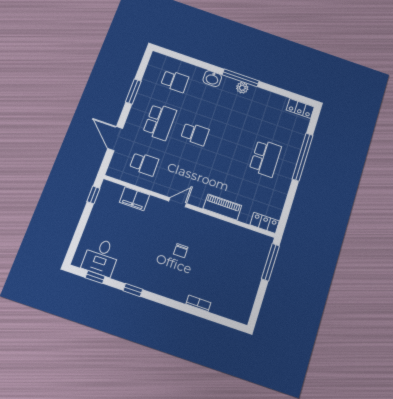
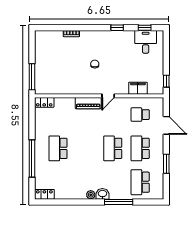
window: (241, 78) -> (119, 202), moved
washbasin: (212, 79) -> (102, 194), moved
school desk: (175, 81) -> (140, 182), width x1.85
school desk: (195, 134) -> (113, 148), width x1.85
piano: (222, 207) -> (88, 103), moved

